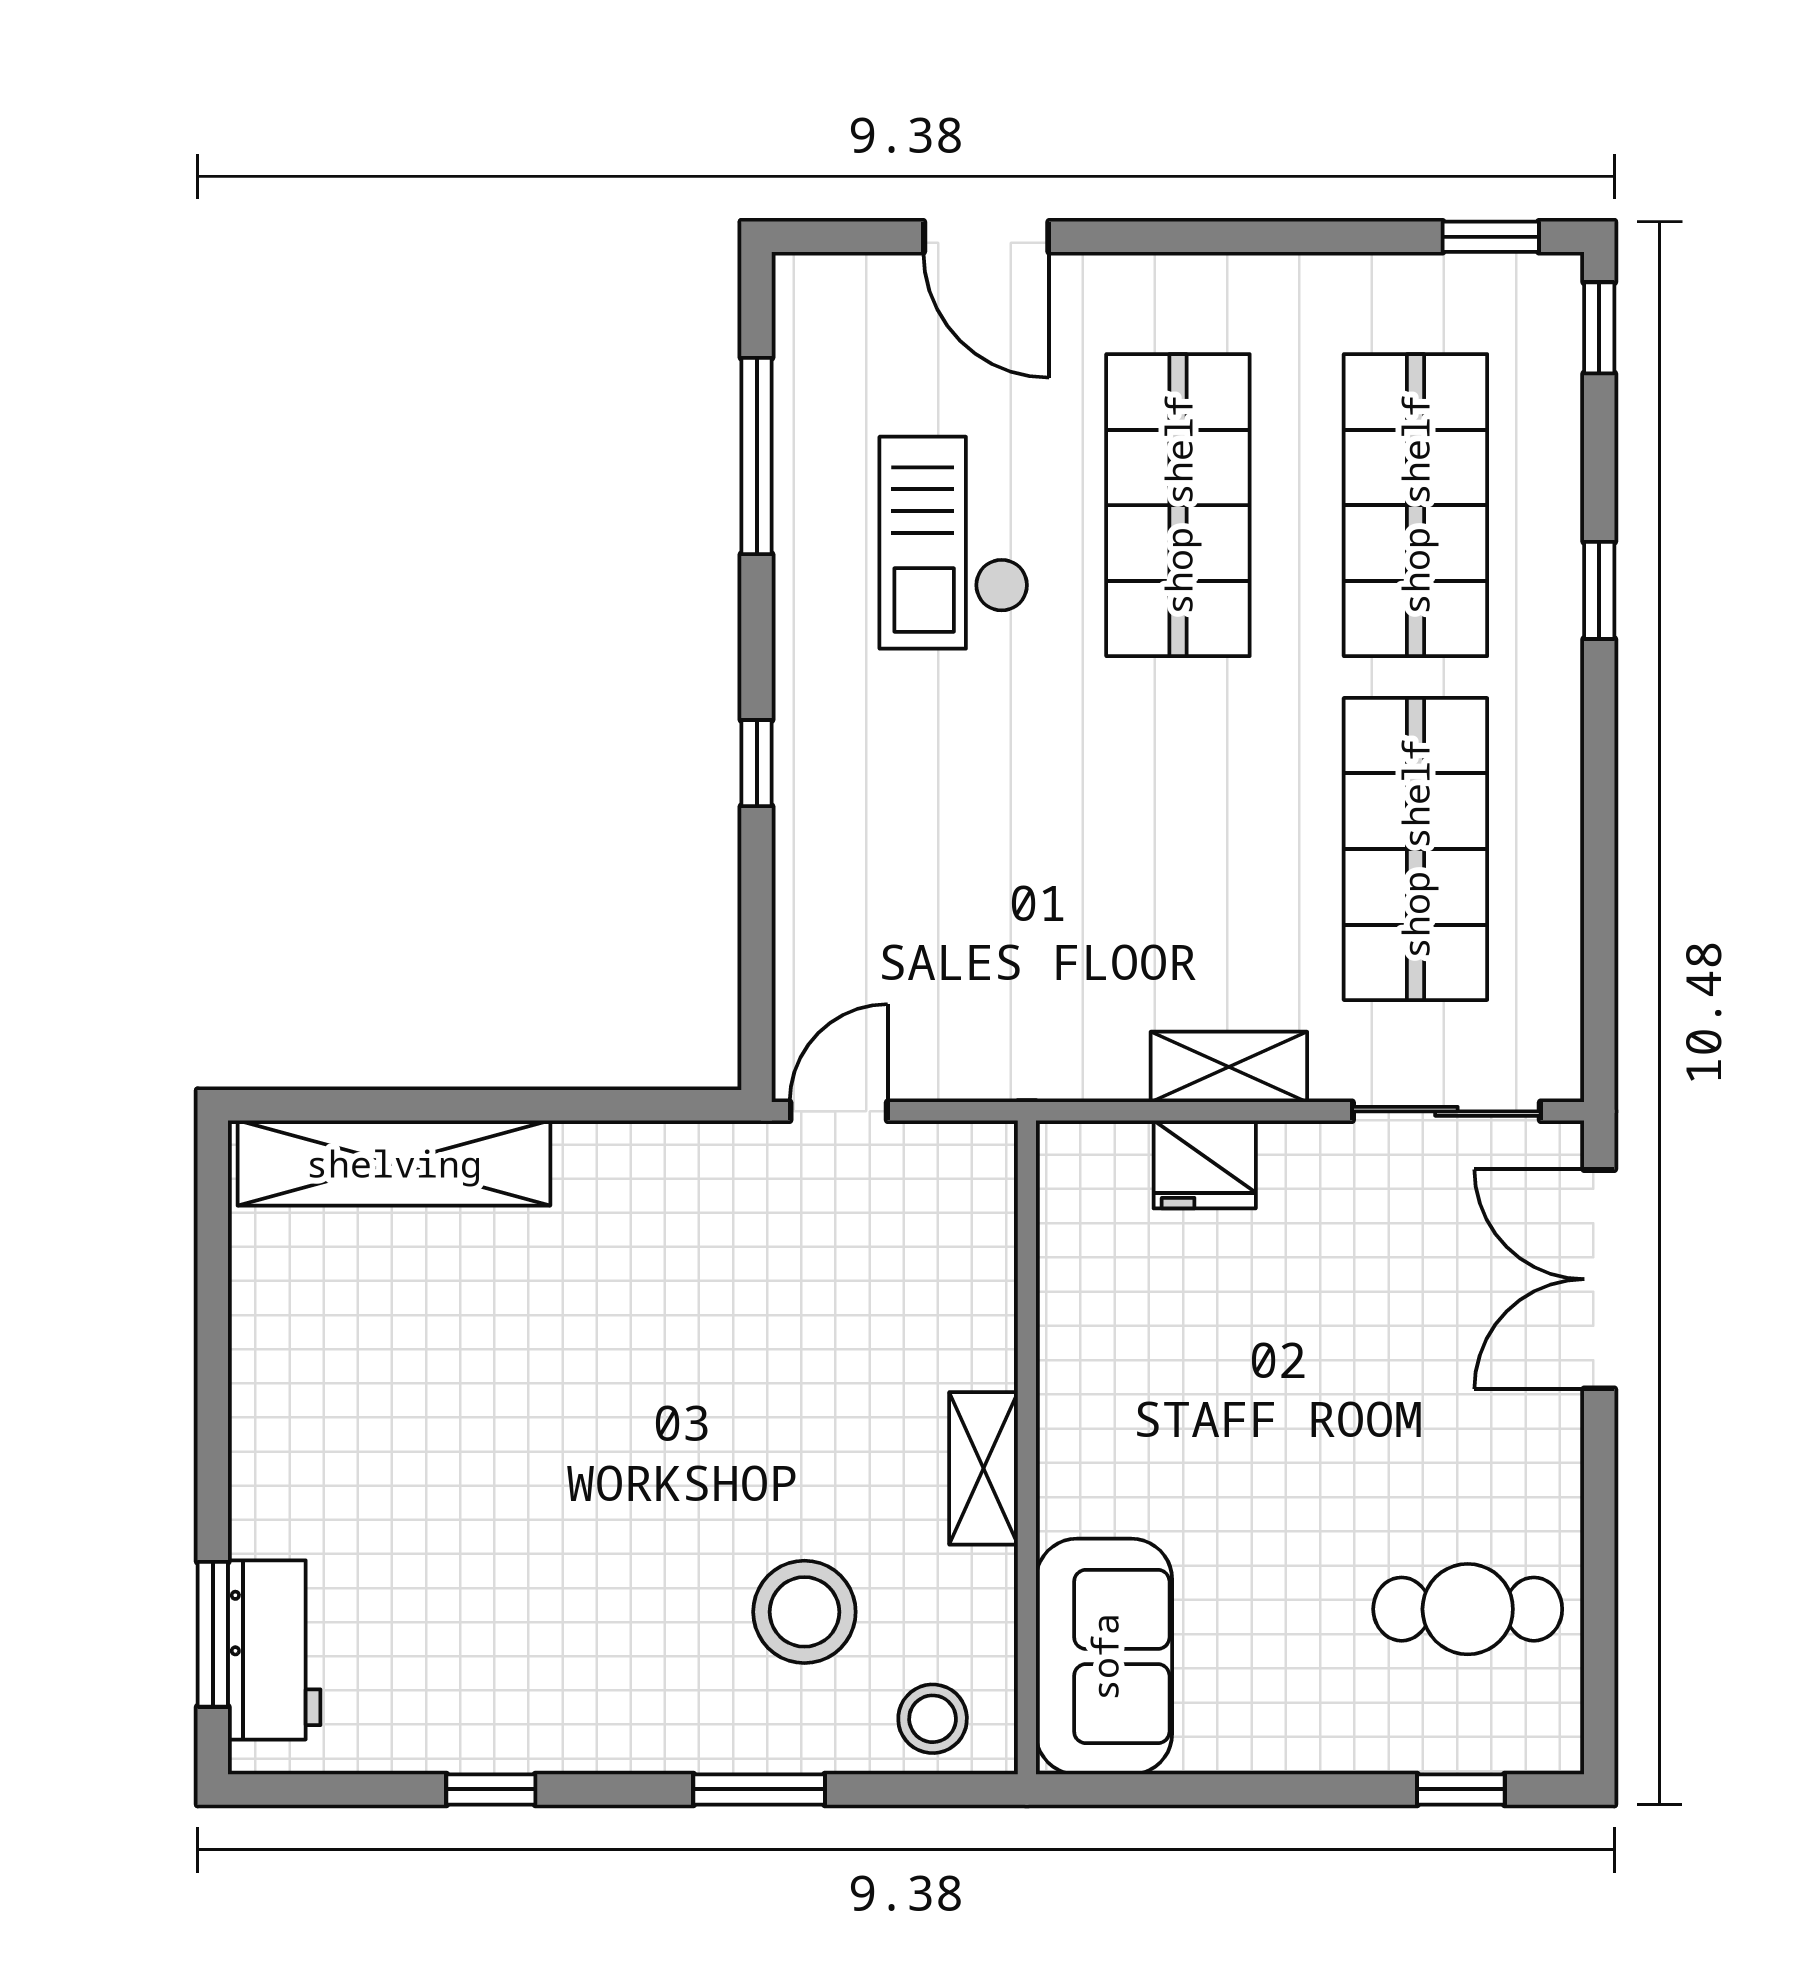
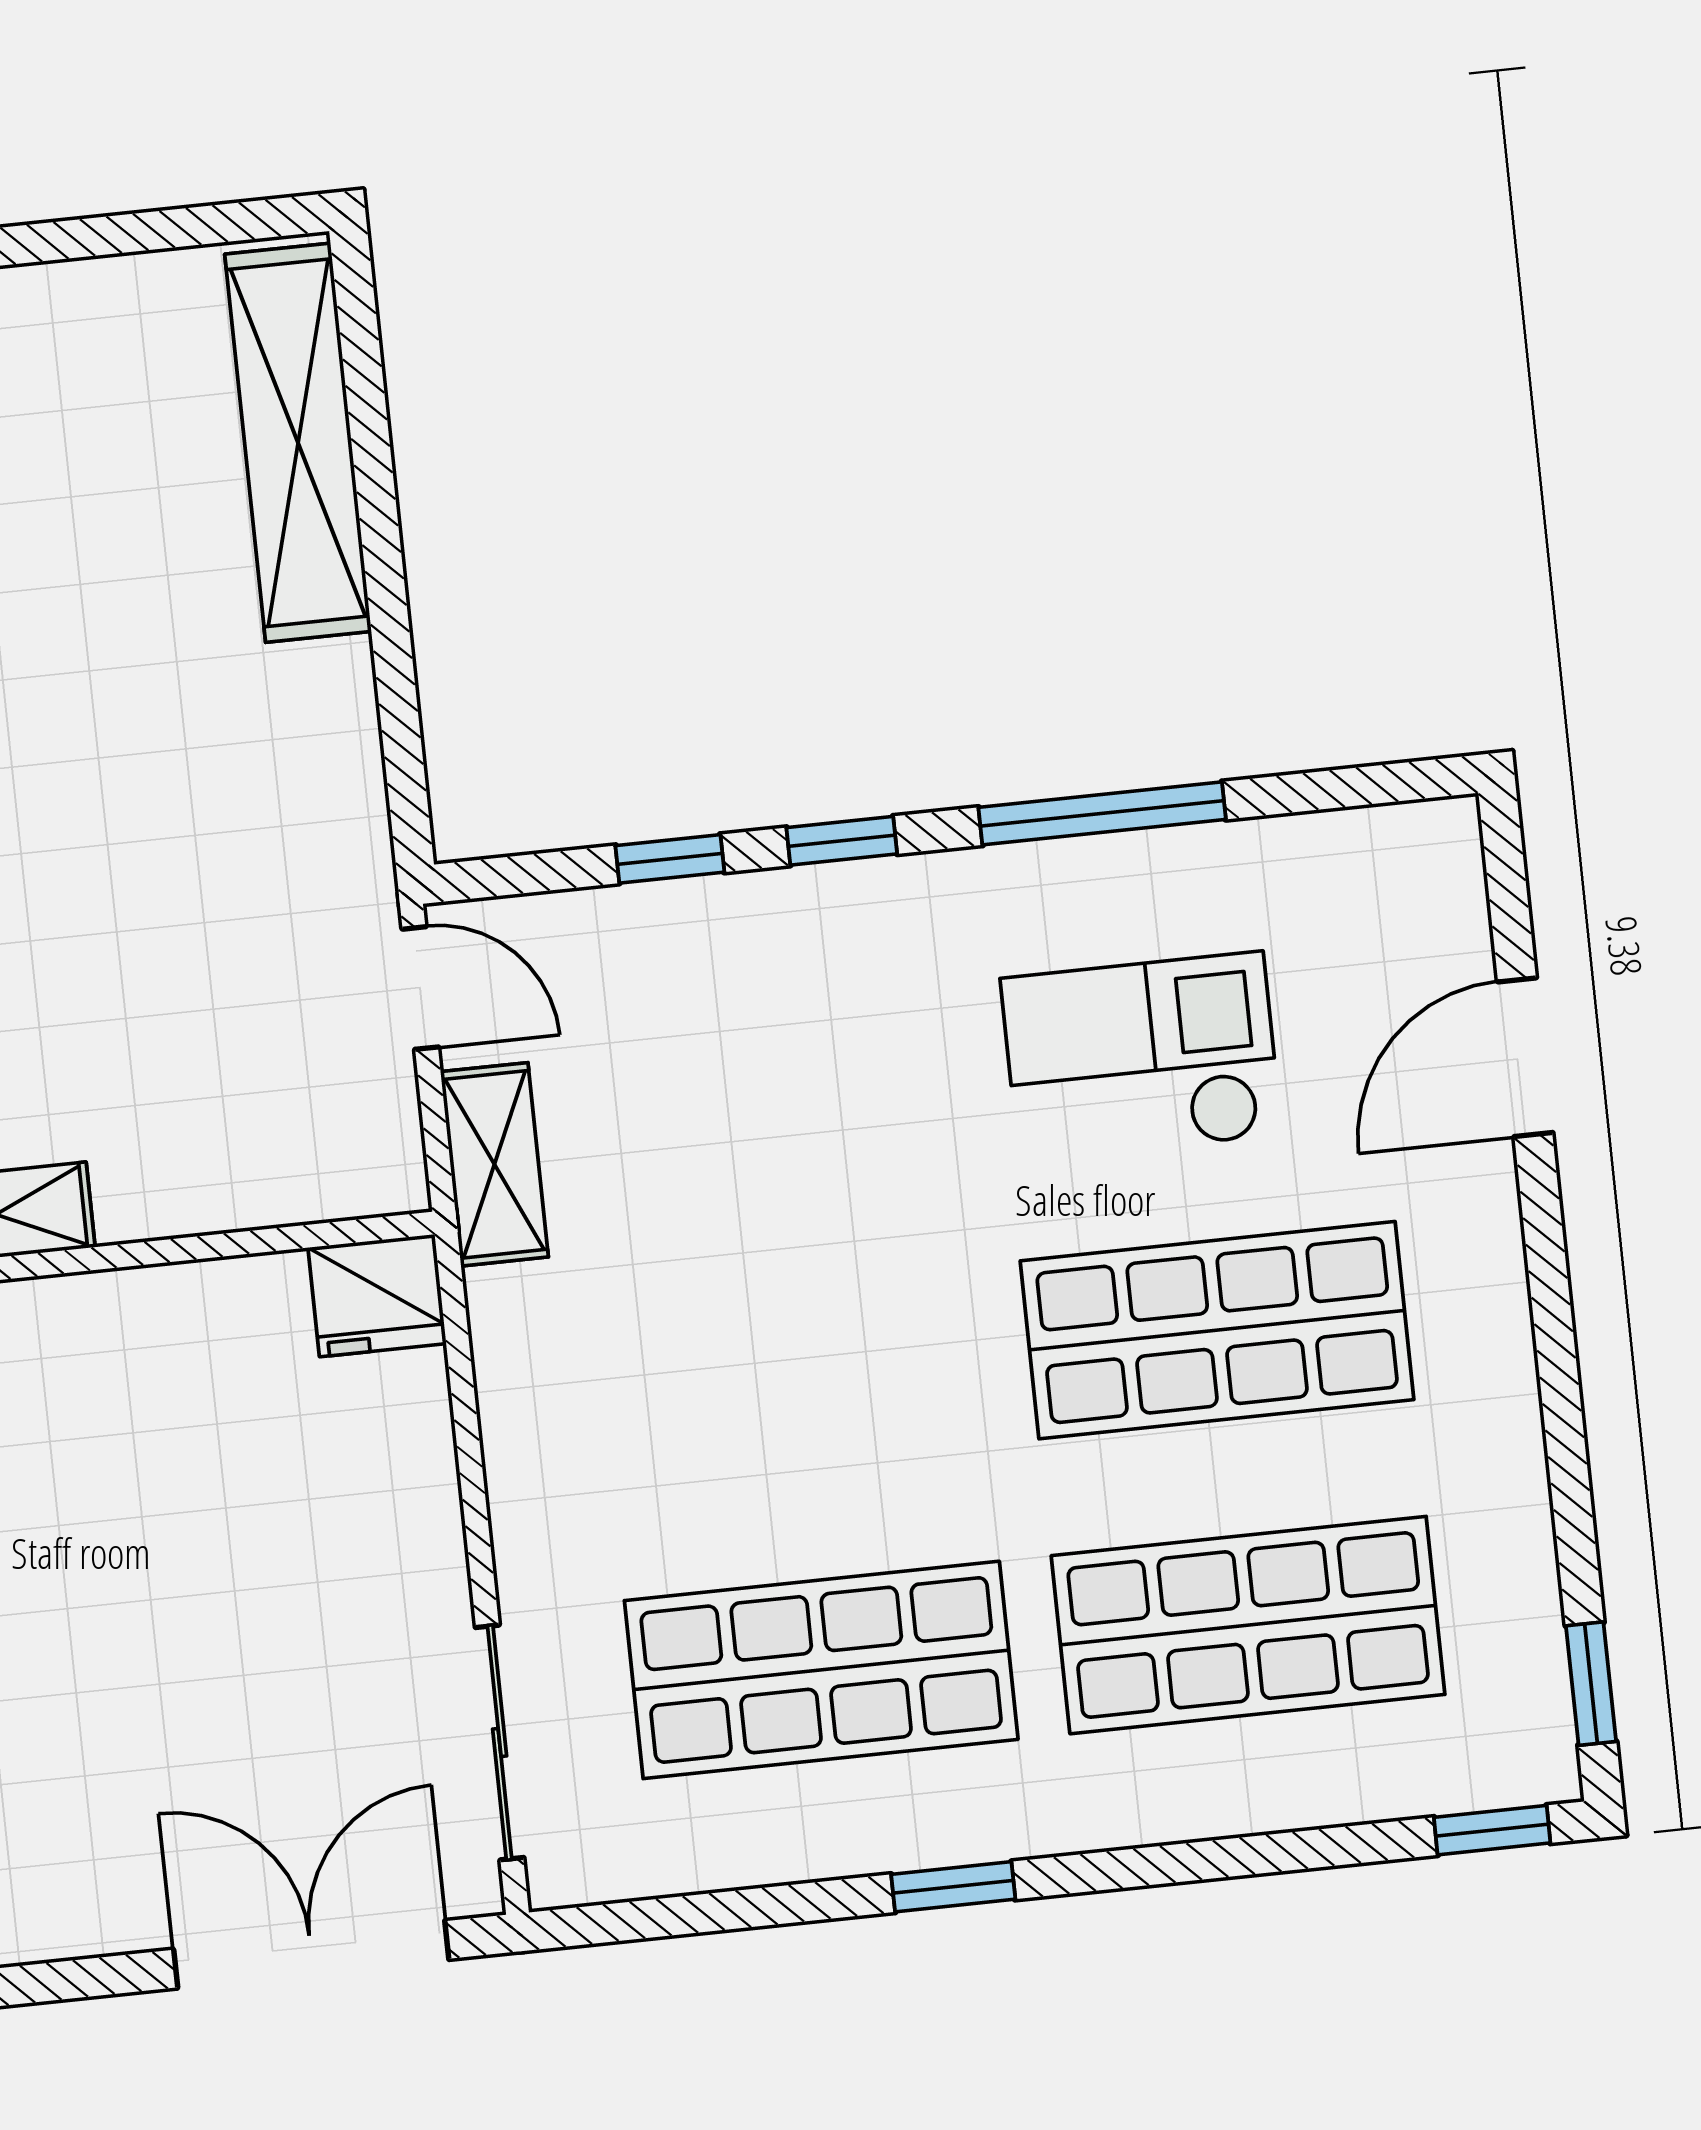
window: (757, 456) -> (1102, 813), moved
window: (1599, 590) -> (953, 1887), moved
window: (757, 902) -> (670, 859), added
shelving: (1229, 1067) -> (494, 1164), moved
fridge: (1205, 1164) -> (377, 1296), moved, turned -90

